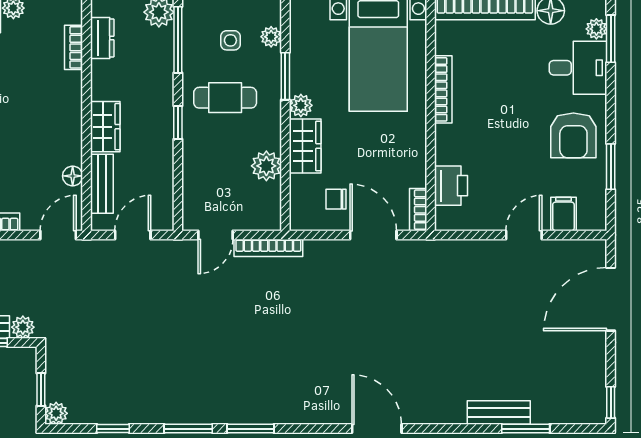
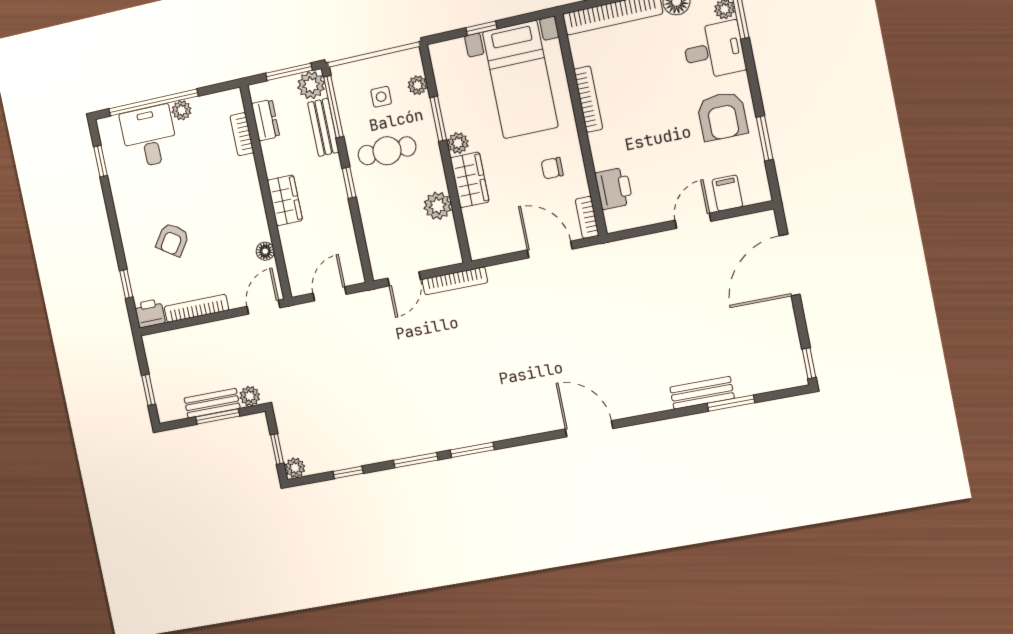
bench: (102, 184) -> (323, 127), moved
chair: (336, 199) -> (552, 168), moved

